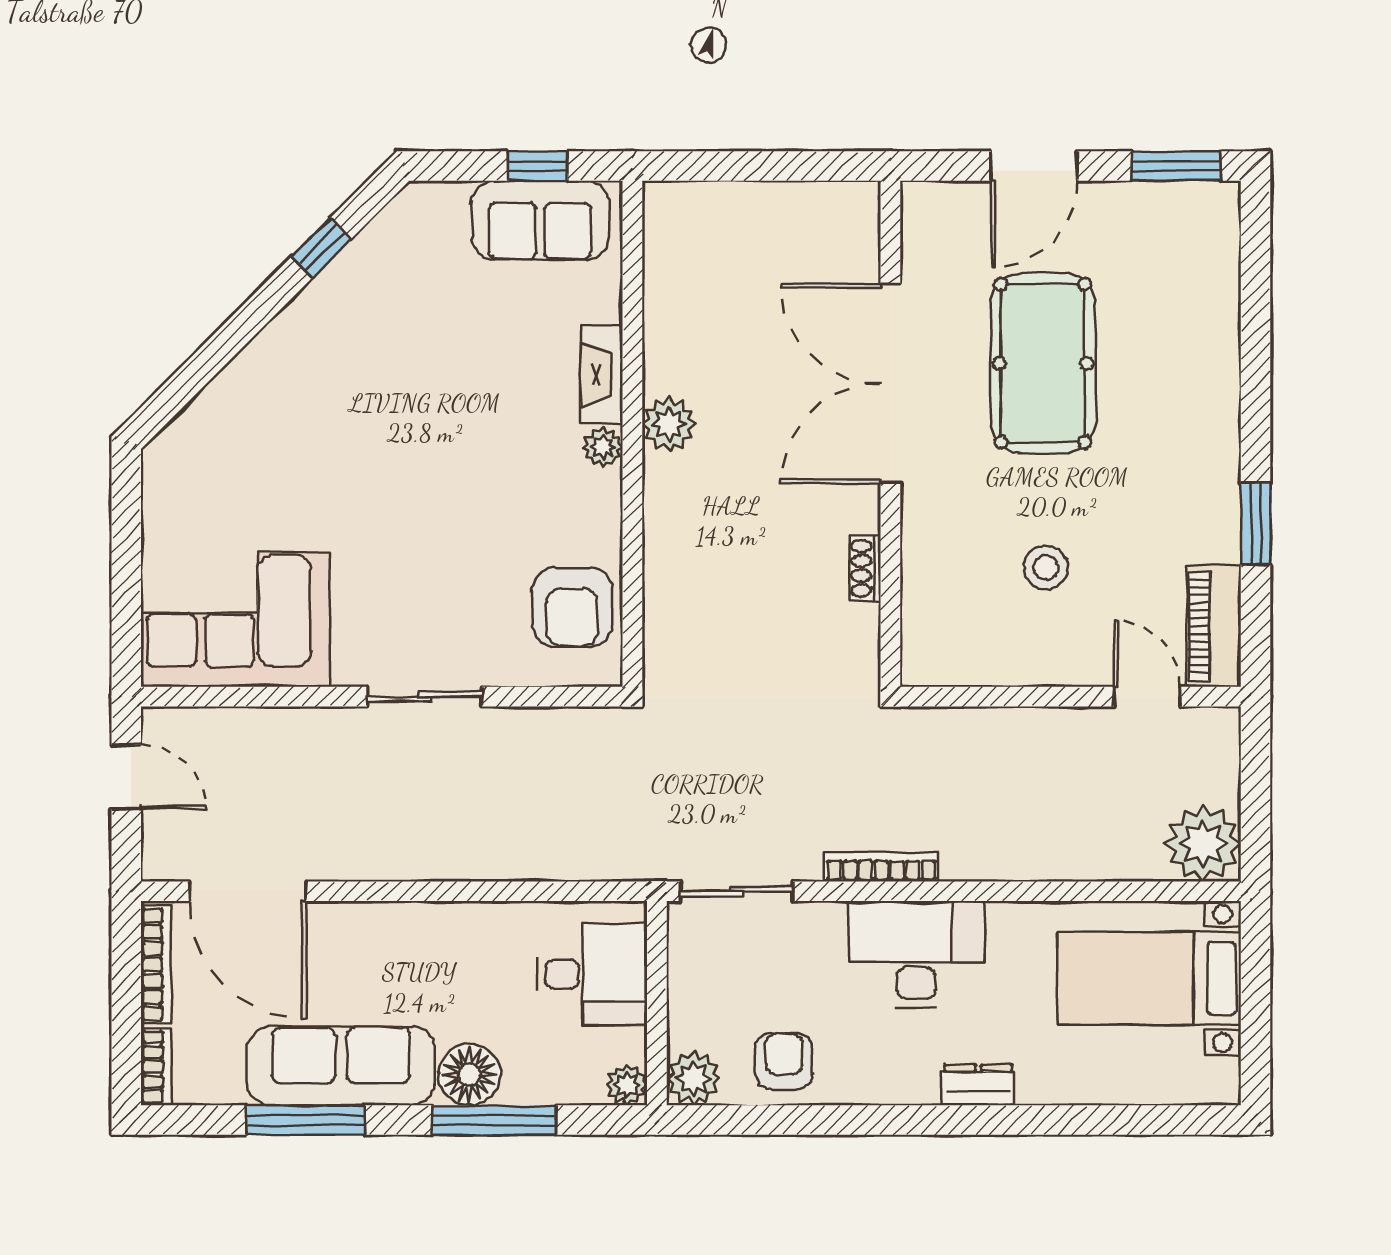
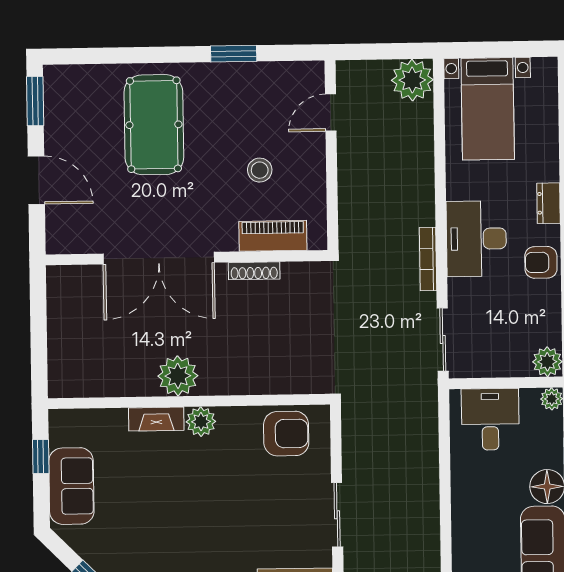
sofa: (540, 220) -> (71, 486), moved
pool table: (1043, 363) -> (154, 125), moved, turned 90
plant: (669, 424) -> (178, 376), width x1.36, depth x1.36
plant: (603, 447) -> (201, 422), width x1.38, depth x1.38
shoe rack: (865, 568) -> (254, 271), width x1.43
piano: (1214, 626) -> (273, 236), moved, turned 180
armchair: (784, 1061) -> (541, 262), moved

